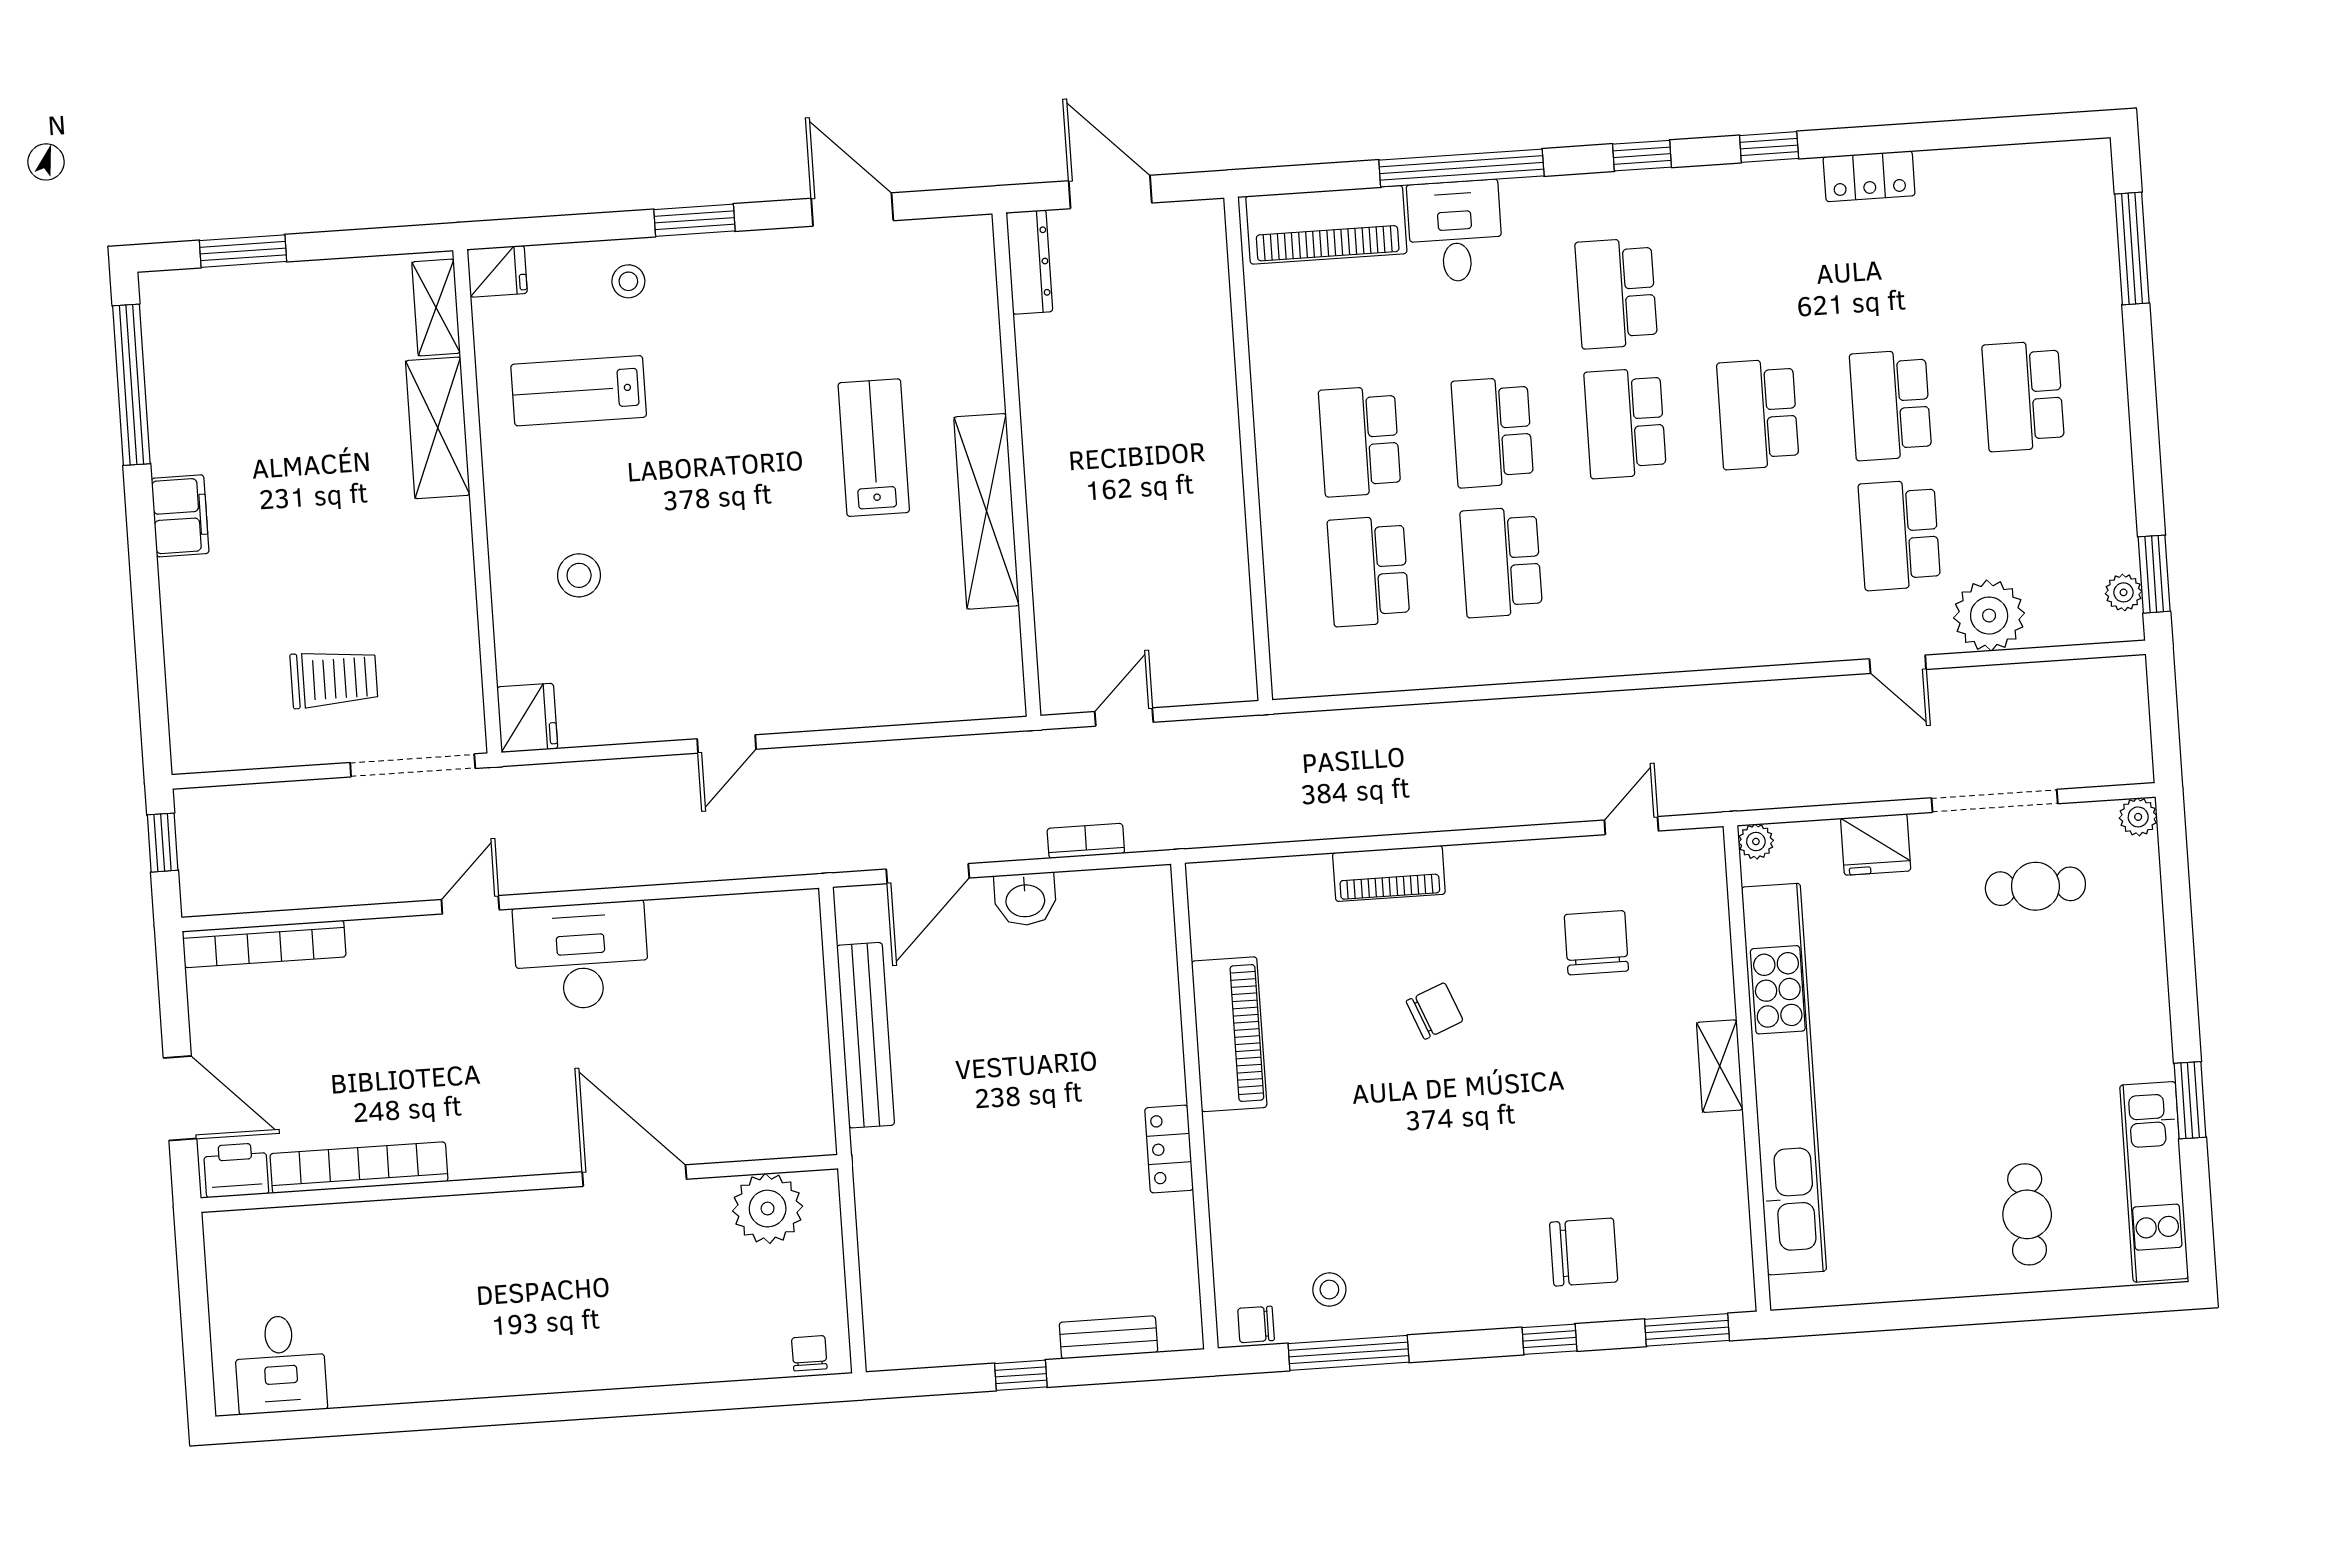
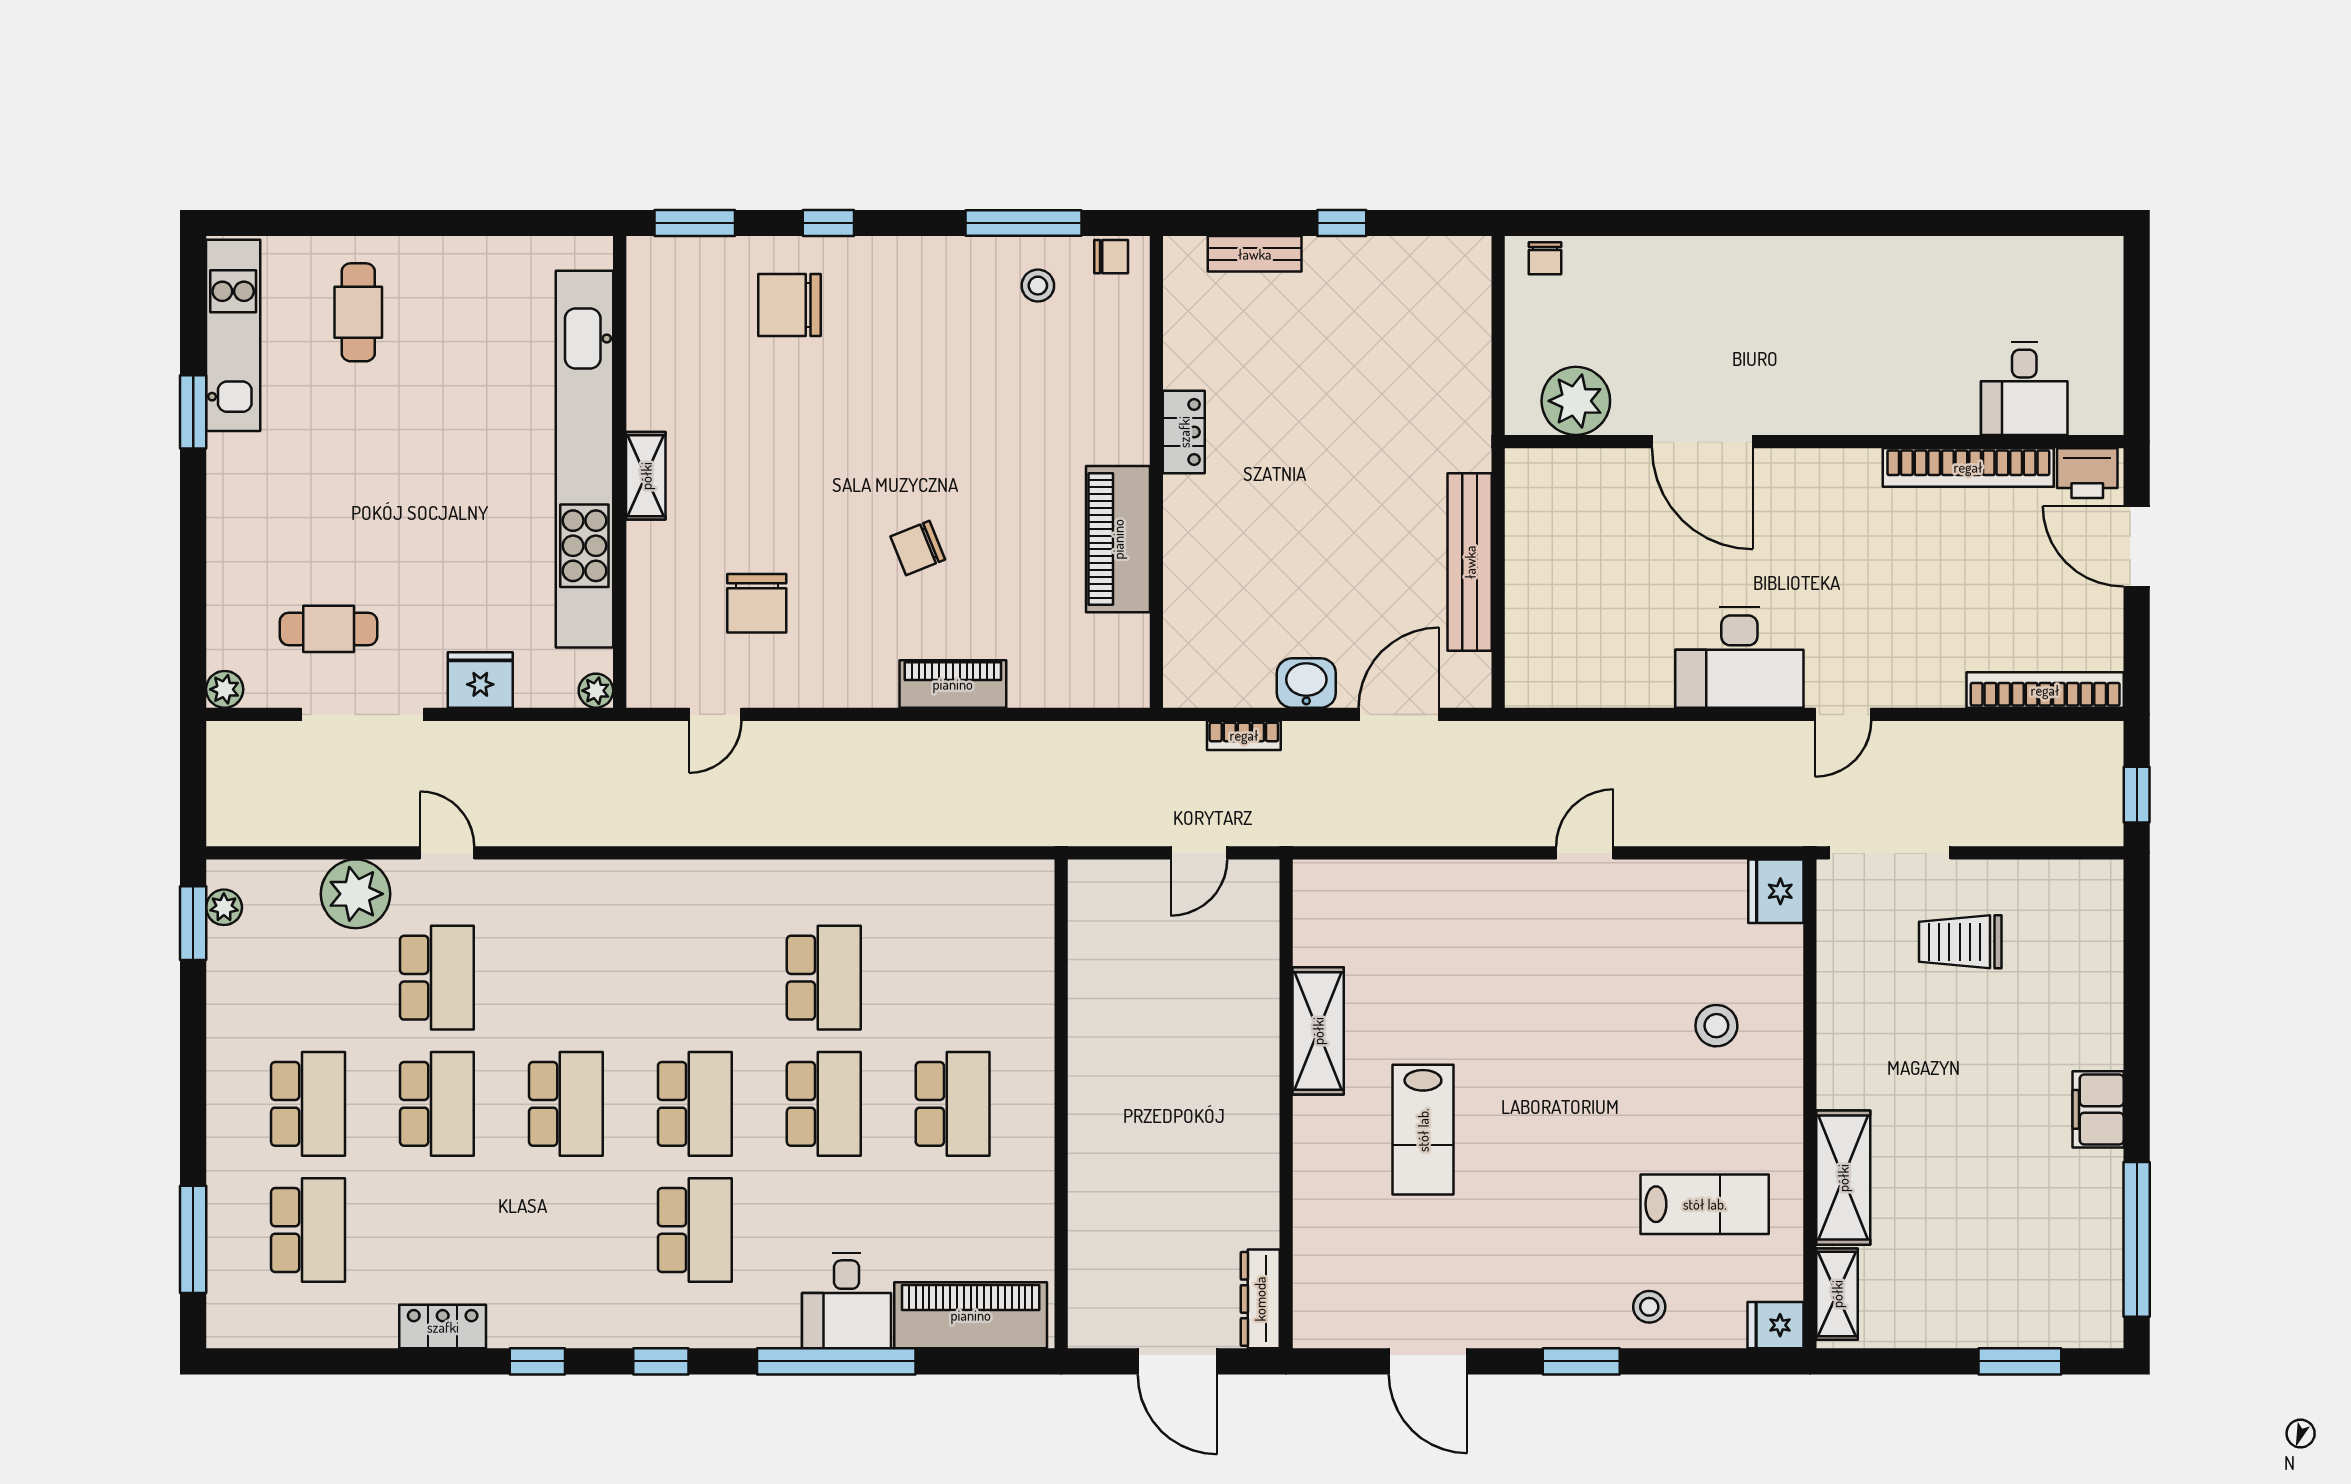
shelving: (987, 511) -> (1318, 1031), width x0.68
school desk: (1368, 571) -> (308, 1230), moved
desk: (280, 1364) -> (2024, 389), moved, turned 180

